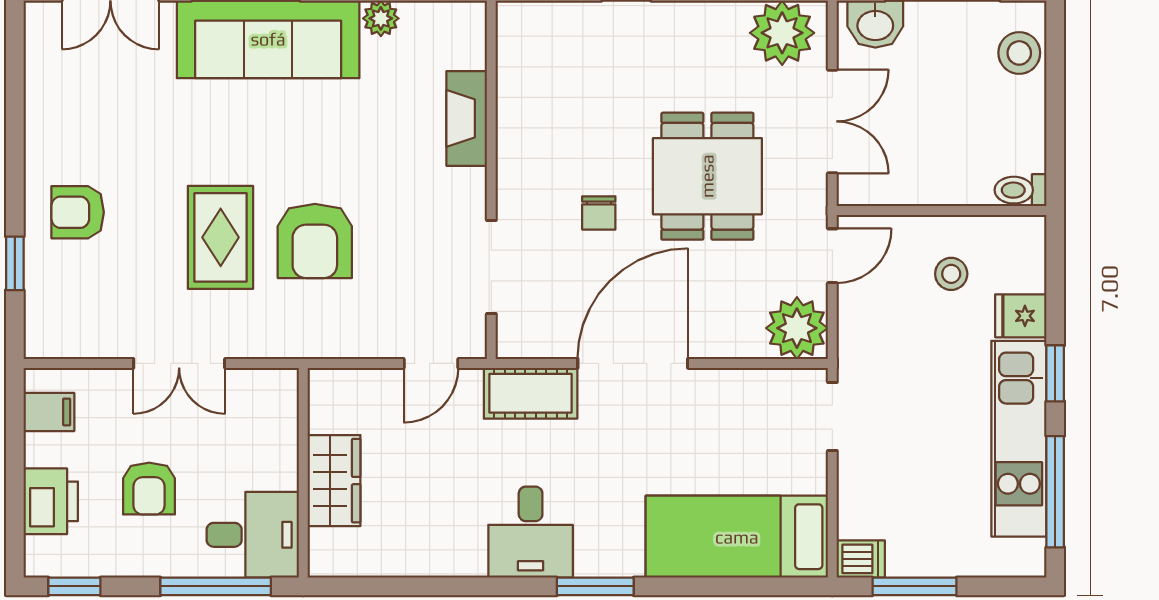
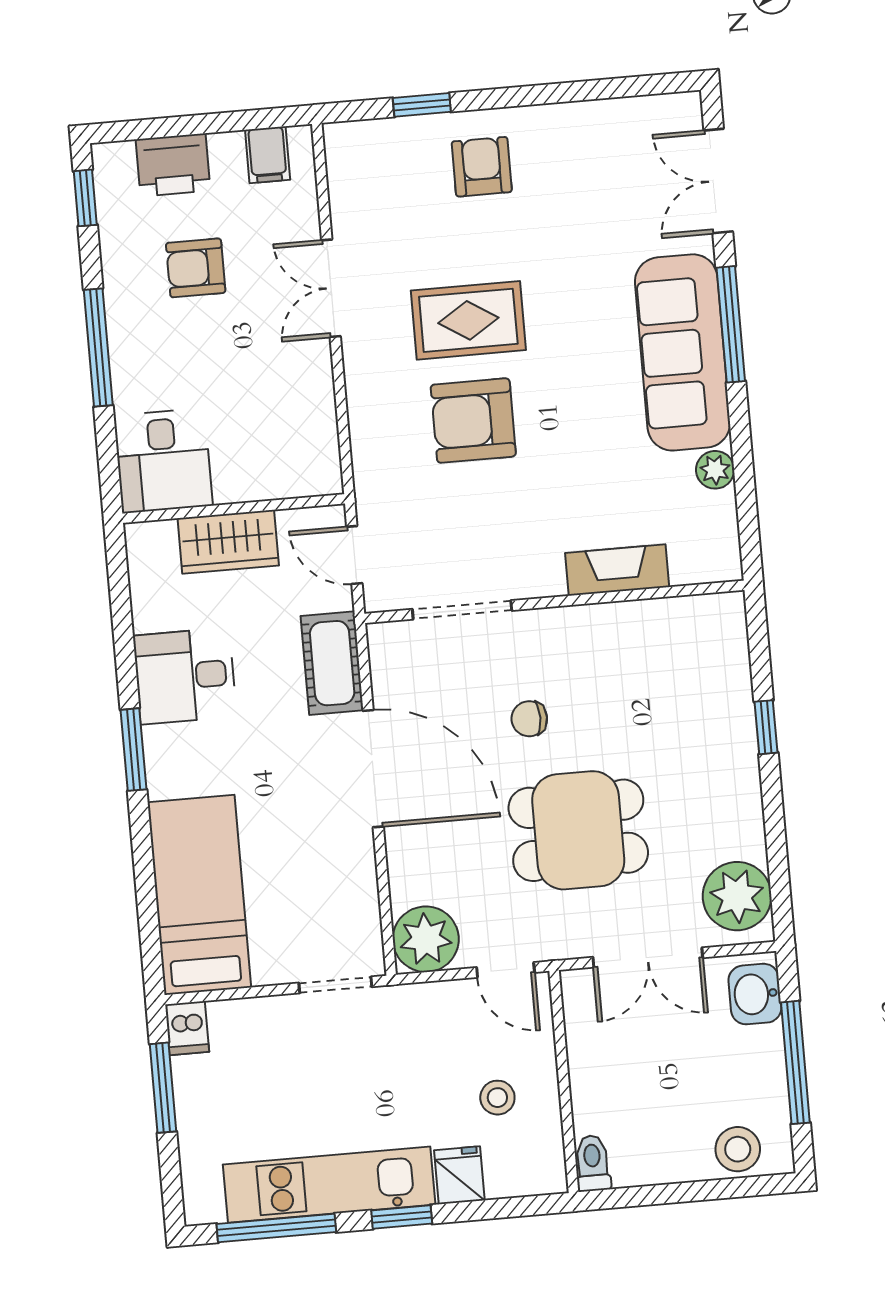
wall: (303, 473) -> (234, 509), moved
wardrobe: (334, 481) -> (228, 542), moved
desk: (253, 535) -> (163, 461), moved

